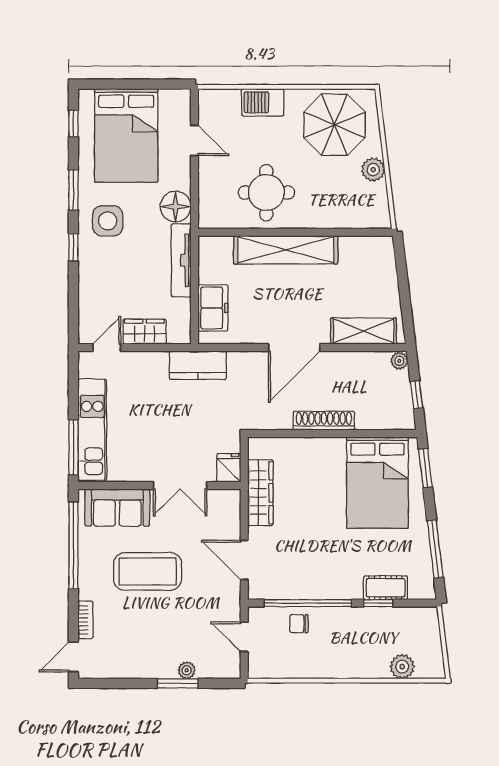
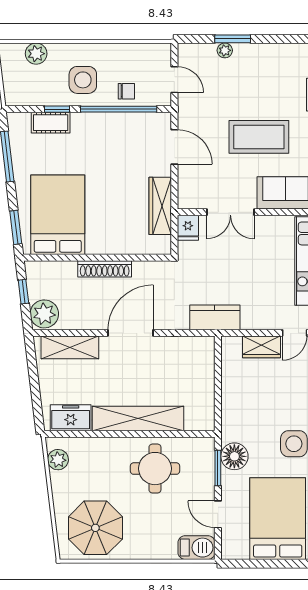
barbecue: (263, 102) -> (197, 548), moved
plant: (373, 170) -> (58, 460), moved
window: (194, 193) -> (218, 468), added
tv unit: (181, 260) -> (230, 409), removed
freezer: (213, 308) -> (71, 418), moved, turned 90
plant: (399, 361) -> (44, 314), width x1.87, depth x1.87
double door: (180, 485) -> (230, 212), swing flipped
side table: (349, 637) -> (83, 80), added

